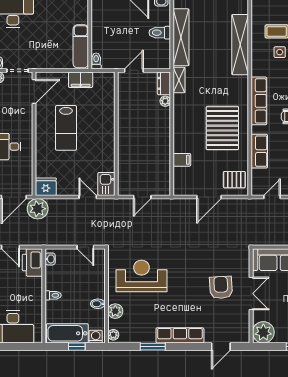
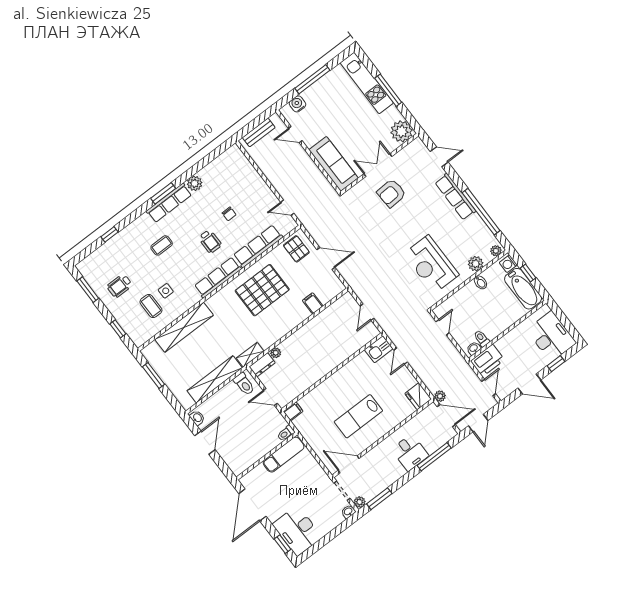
toilet: (160, 33) -> (244, 384), moved
filing cabinet: (81, 80) -> (293, 411), moved, width x0.50
lab bench: (66, 128) -> (358, 416), turned 180
row of seats: (259, 151) -> (258, 246), width x1.48
door: (142, 197) -> (367, 312), swing flipped
plant: (38, 209) -> (440, 396), width x0.53, depth x0.53
toilet: (53, 295) -> (482, 338), moved
window: (153, 347) -> (481, 212), width x2.11

